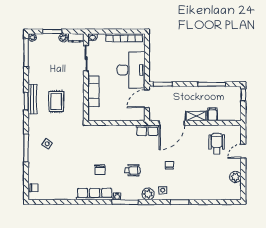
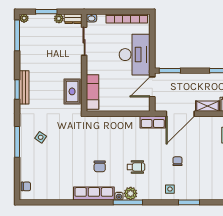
exam couch: (93, 91) -> (92, 92), moved
rug: (56, 101) -> (72, 91), moved
plant: (148, 194) -> (131, 193), moved

